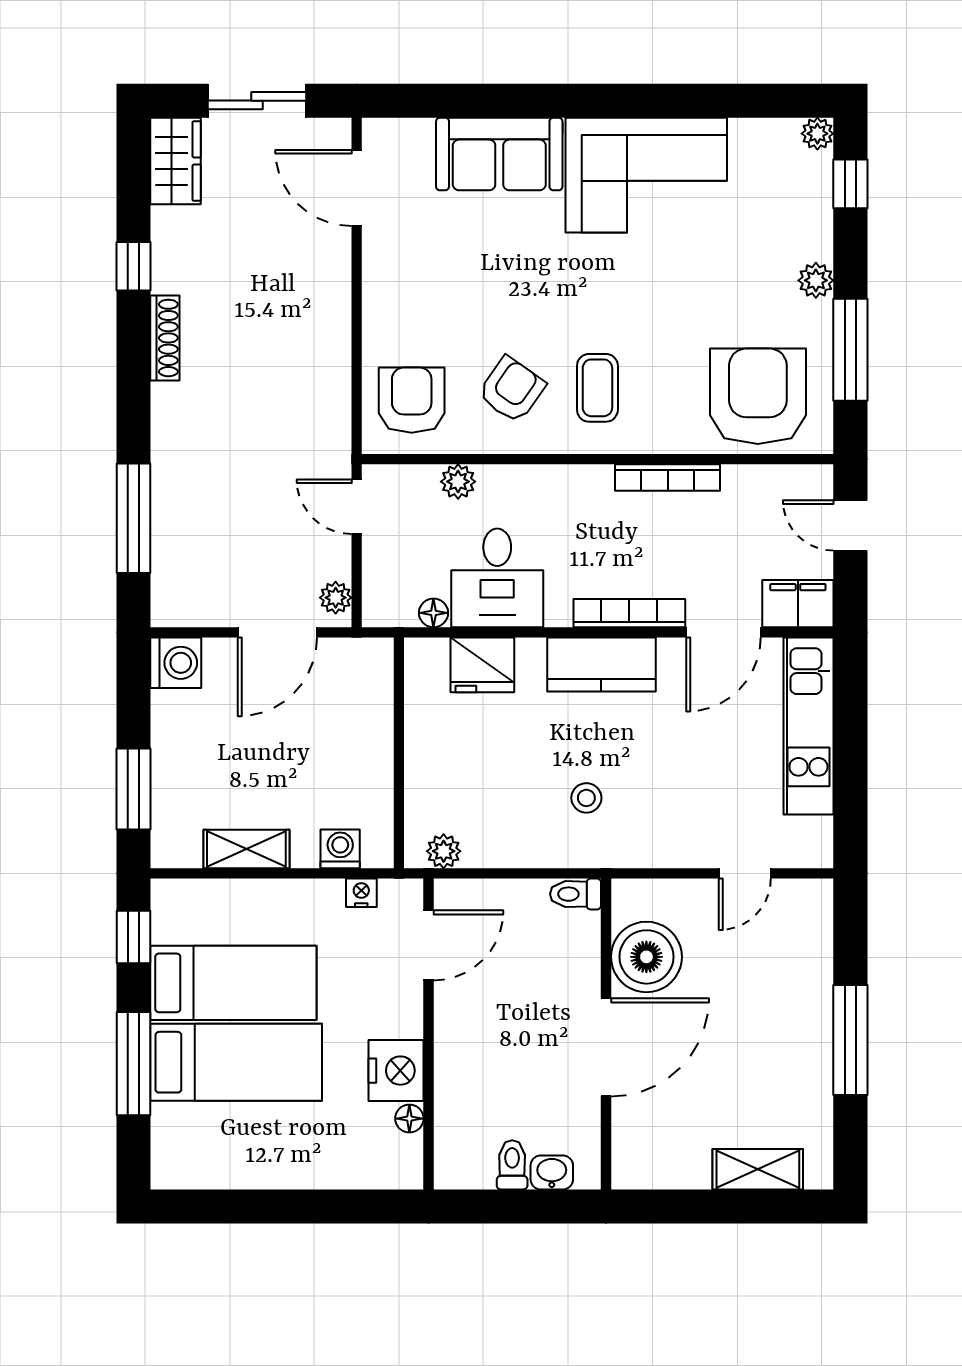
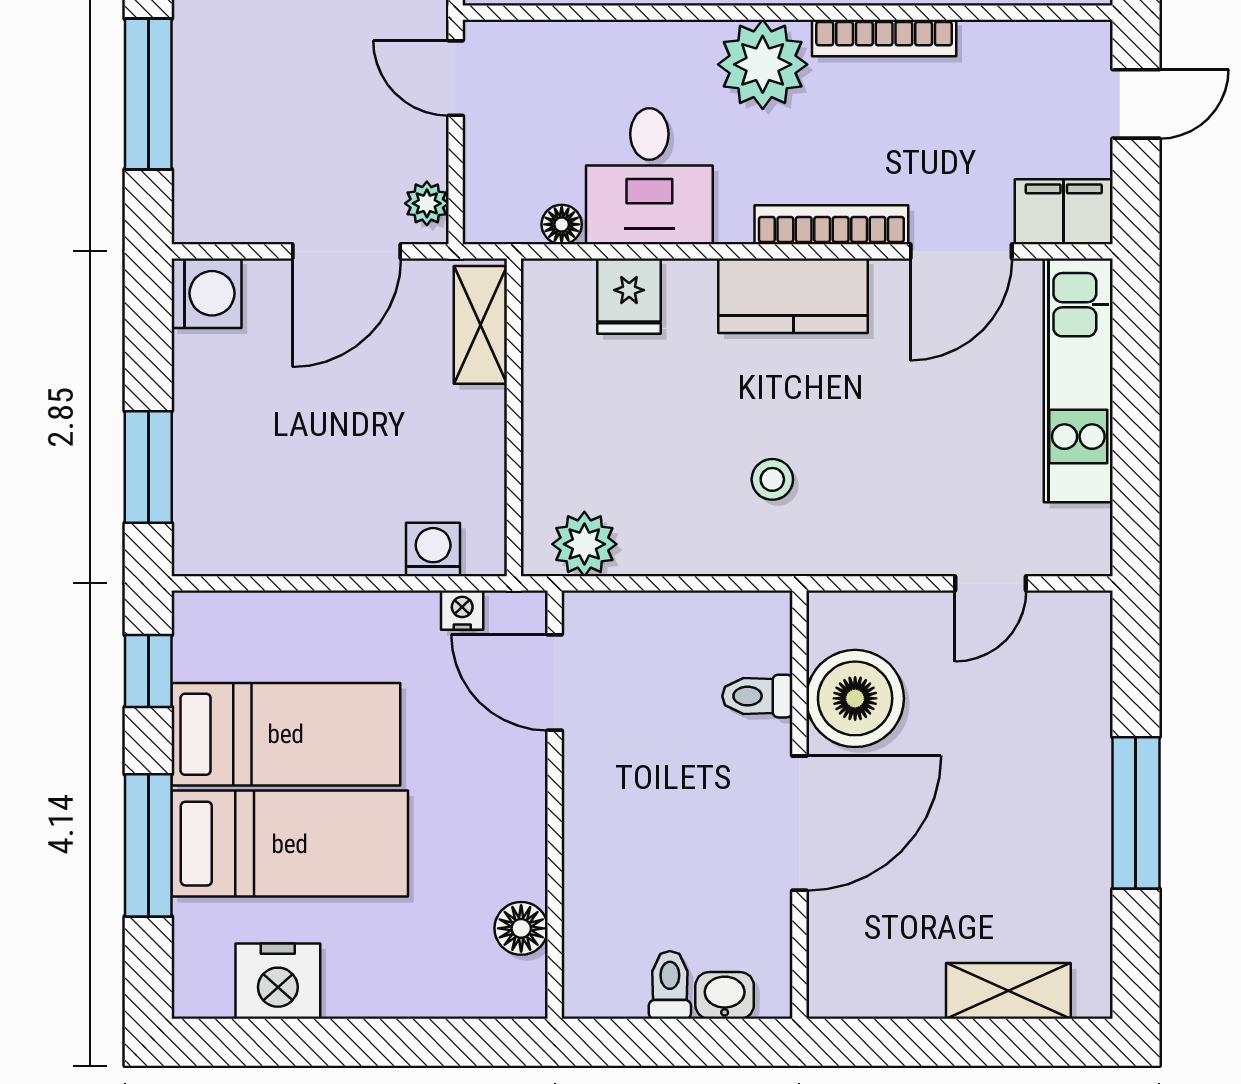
plant: (458, 482) -> (763, 64), moved, width x1.87, depth x1.87
door: (850, 525) -> (1136, 104), swing flipped
fridge: (482, 665) -> (629, 296), width x0.72
shelving: (246, 849) -> (480, 325), moved, turned 90
plant: (444, 851) -> (584, 544), width x1.38, depth x1.38
toilet: (576, 894) -> (757, 696), moved
door: (428, 945) -> (555, 683), swing flipped
nightstand: (396, 1071) -> (278, 981), moved, turned 90
floor lamp: (409, 1119) -> (521, 928), width x1.37, depth x1.37

